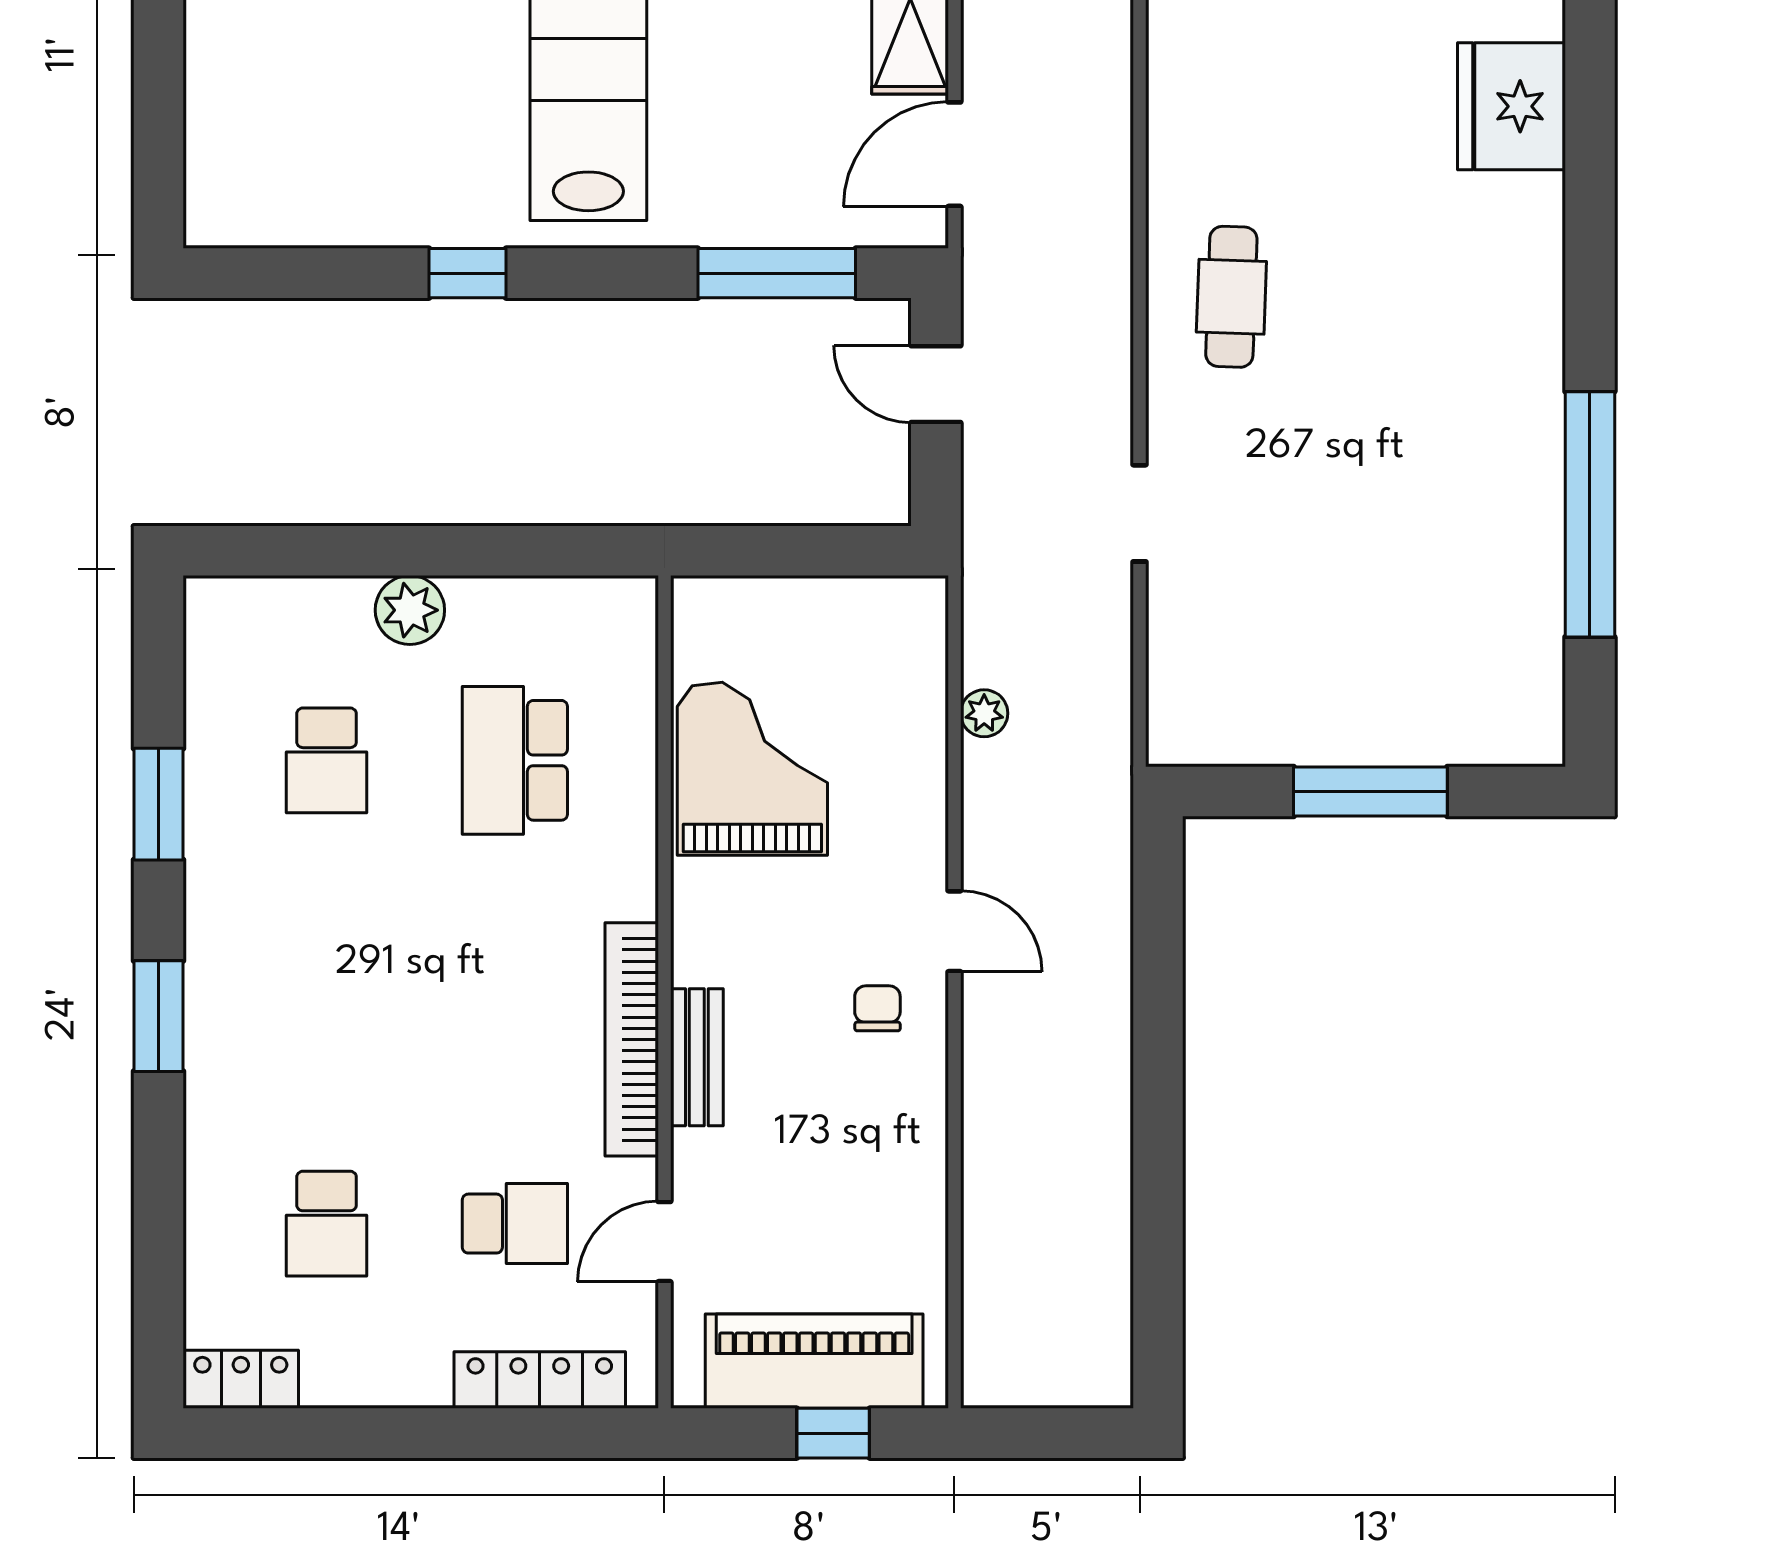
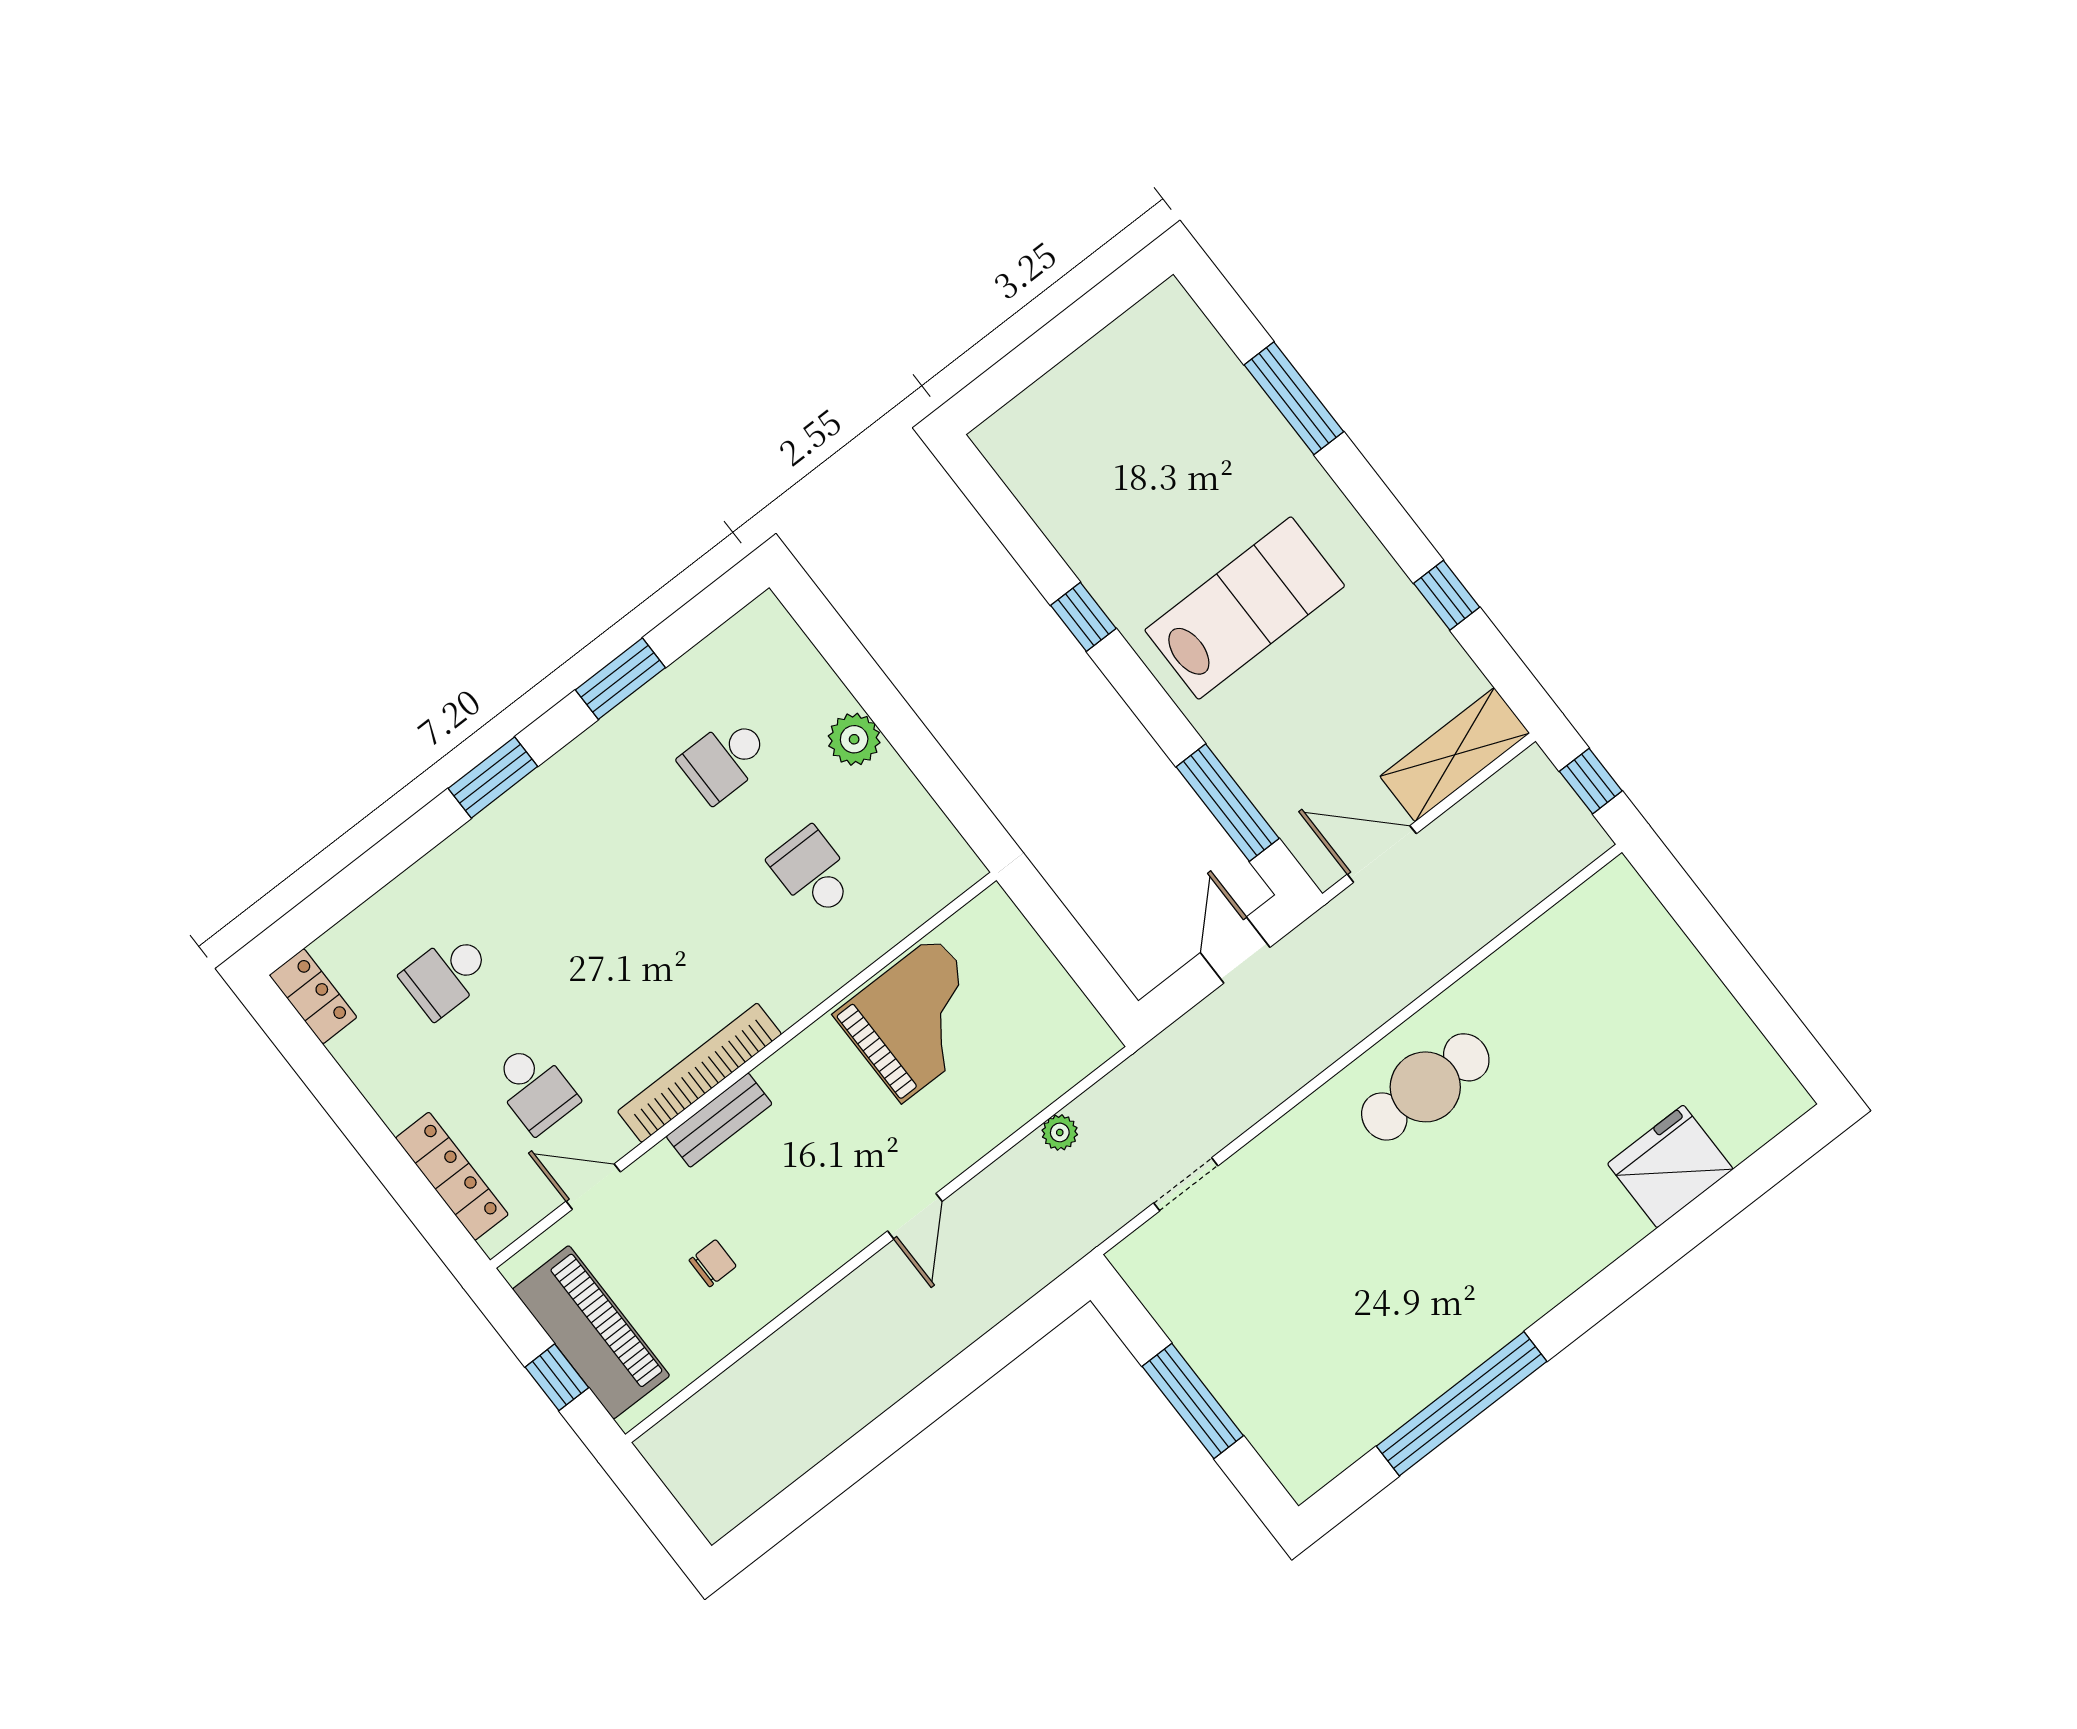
cafe table: (1231, 297) -> (1425, 1087), width x1.37, depth x1.35
doorway: (1140, 513) -> (1186, 1184), moved
school desk: (515, 760) -> (813, 872), width x0.54
chair: (877, 1008) -> (713, 1263), moved

